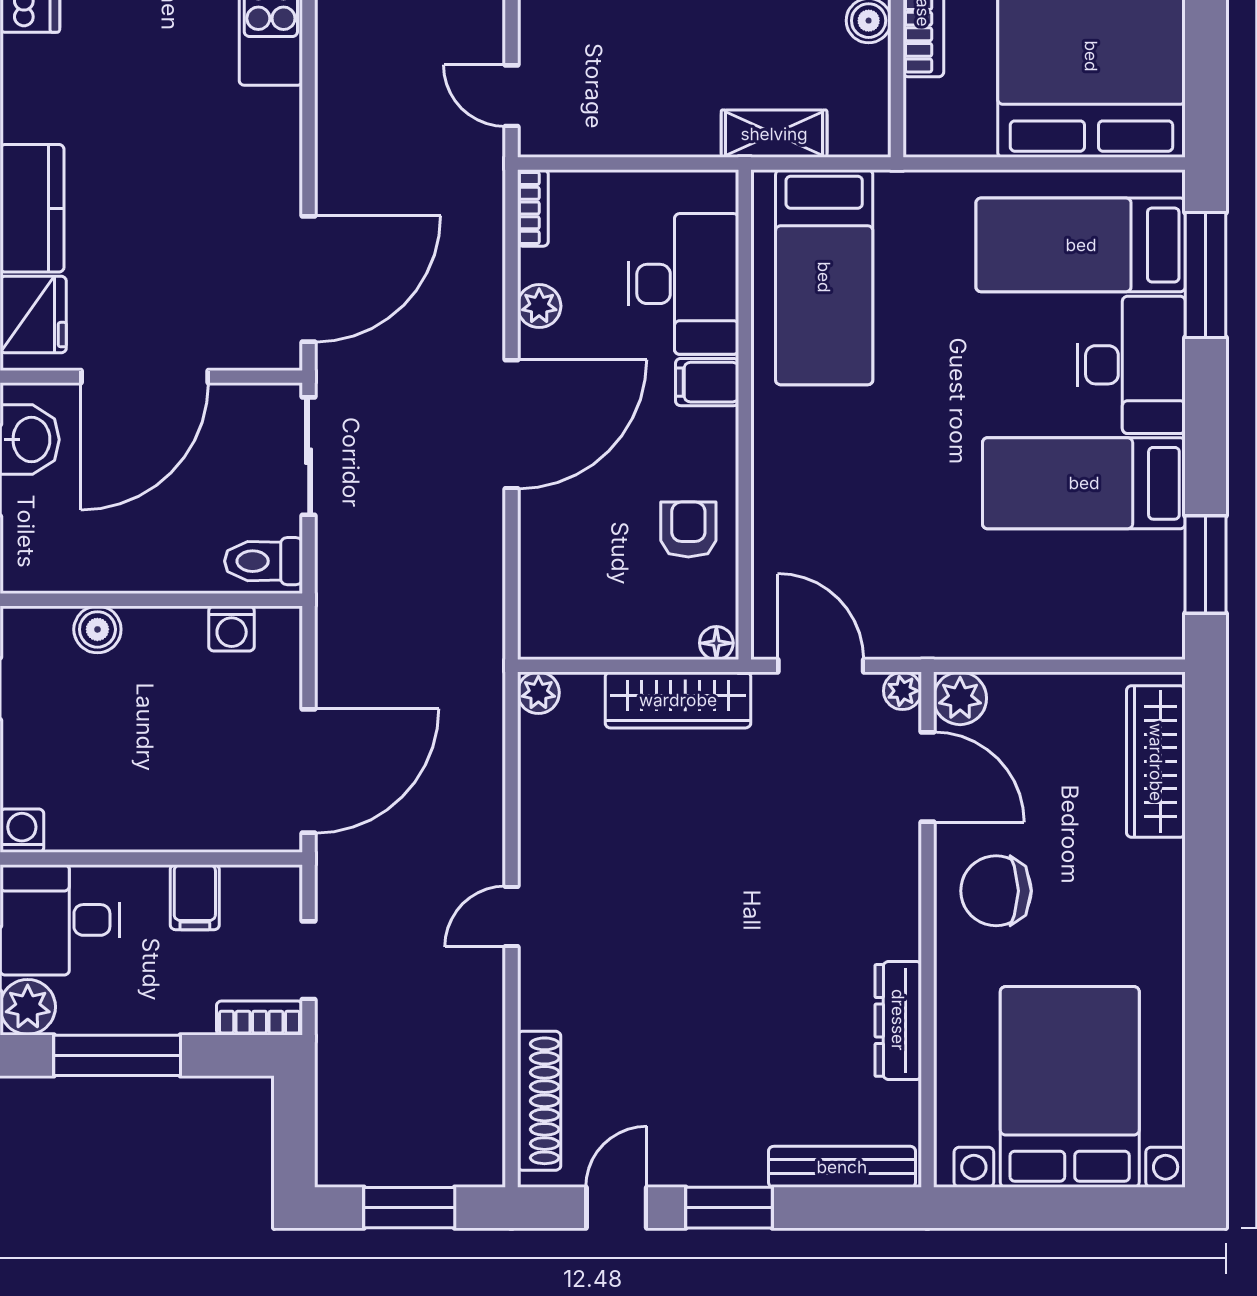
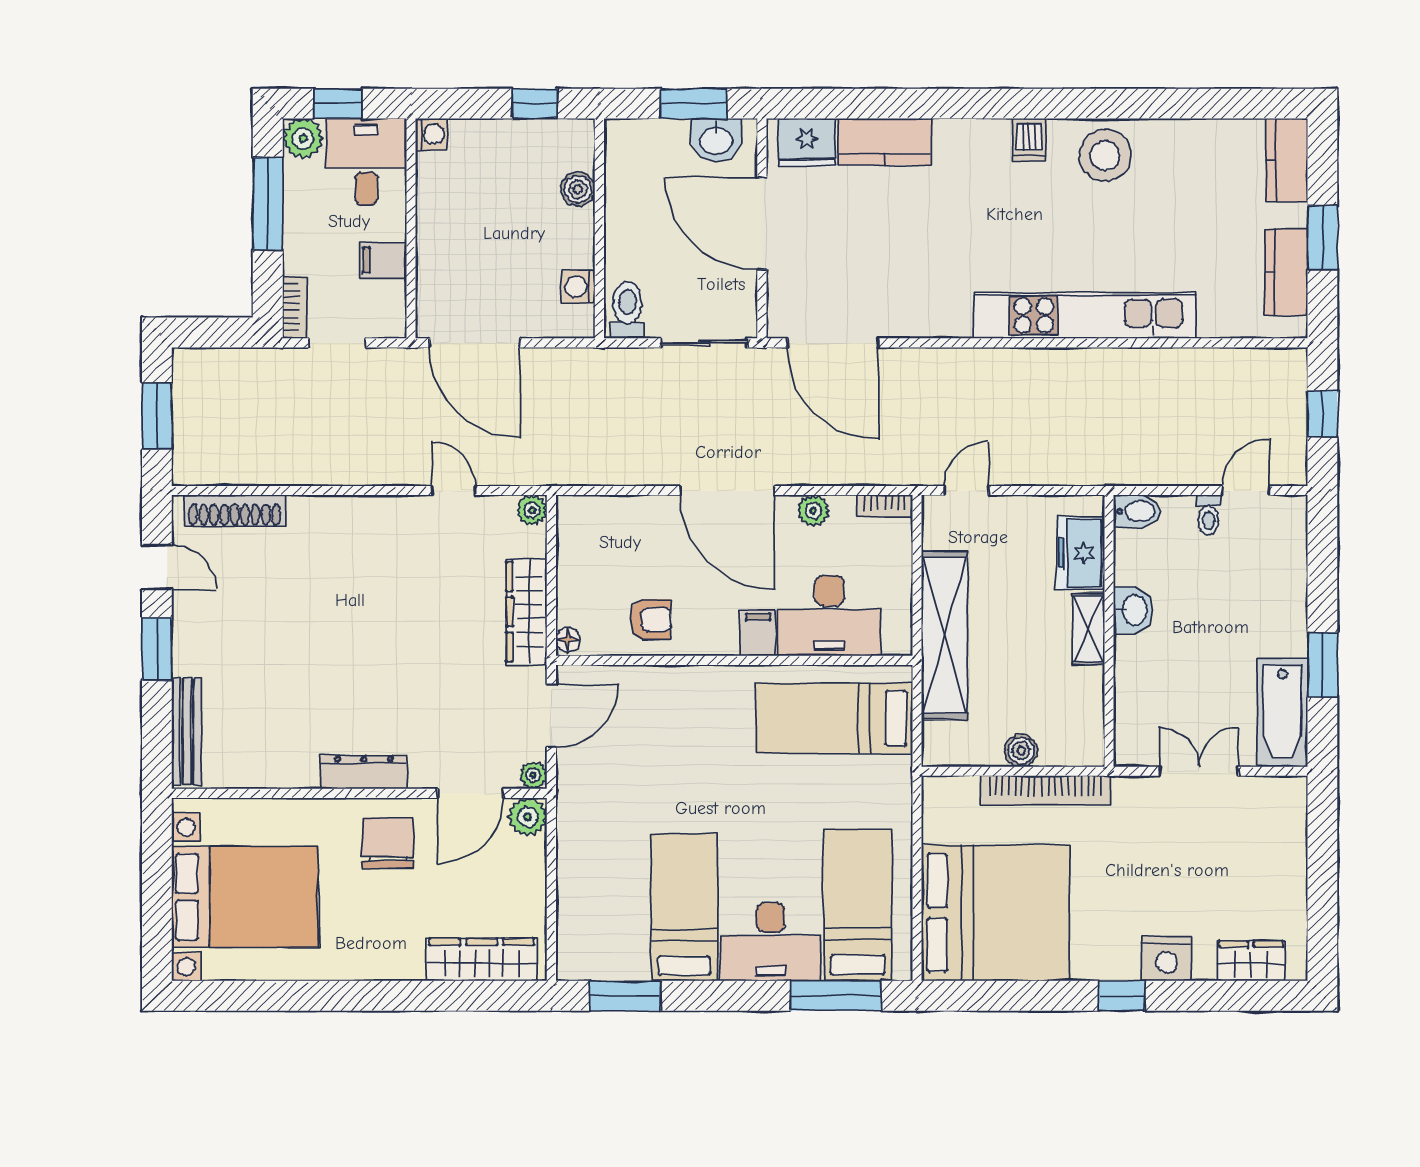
shelving: (774, 134) -> (944, 636), width x2.20, depth x1.33
door: (511, 917) -> (454, 491), moved
dresser: (898, 1020) -> (364, 772), moved

